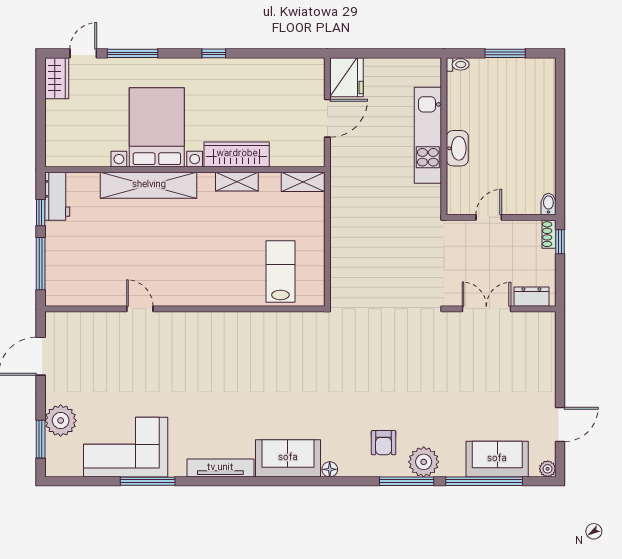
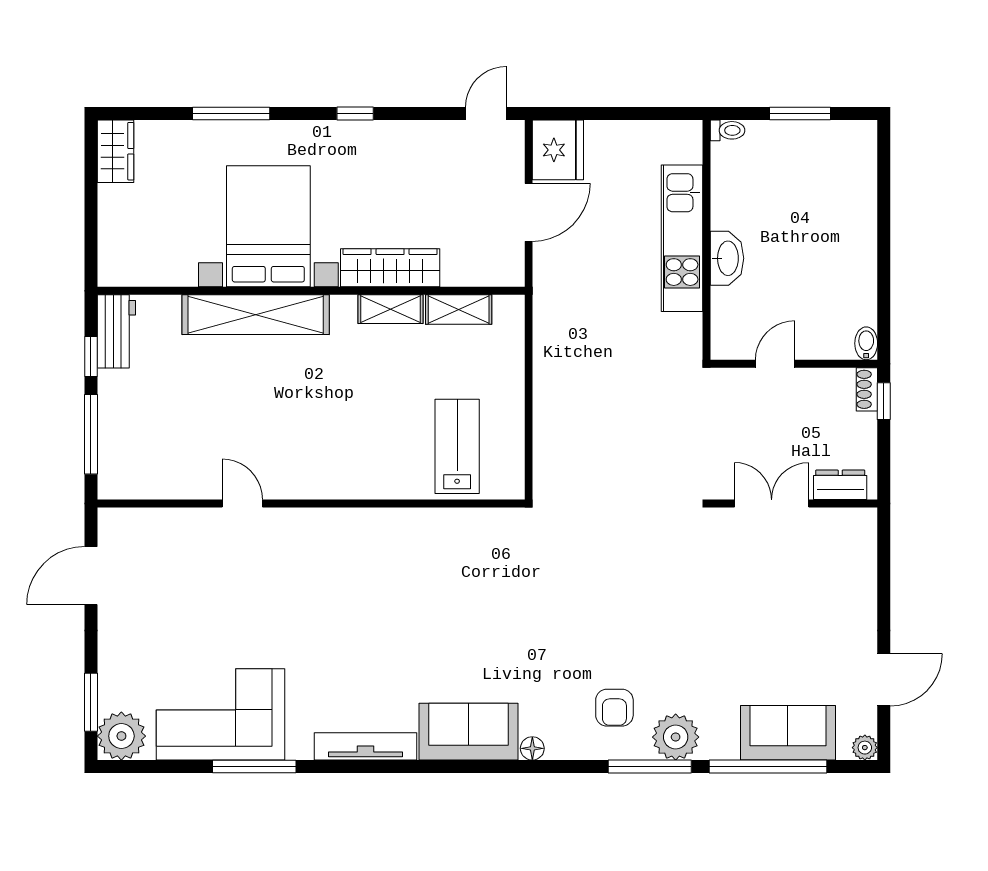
door: (83, 53) -> (486, 113), moved
shelving: (303, 182) -> (459, 309), moved
plant: (61, 421) -> (121, 736), moved

